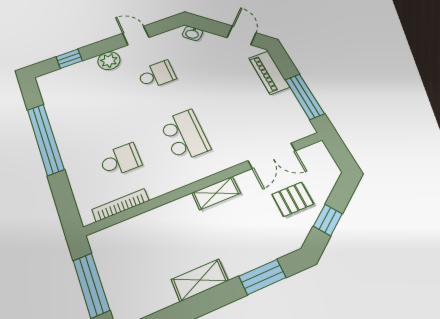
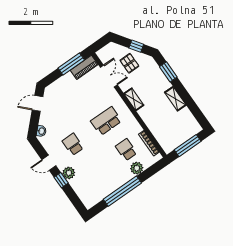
door: (136, 35) -> (49, 163), hinge flipped
window: (69, 59) -> (61, 180), moved
piano: (269, 72) -> (84, 67), moved
plant: (79, 172) -> (137, 168), added

